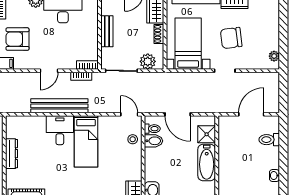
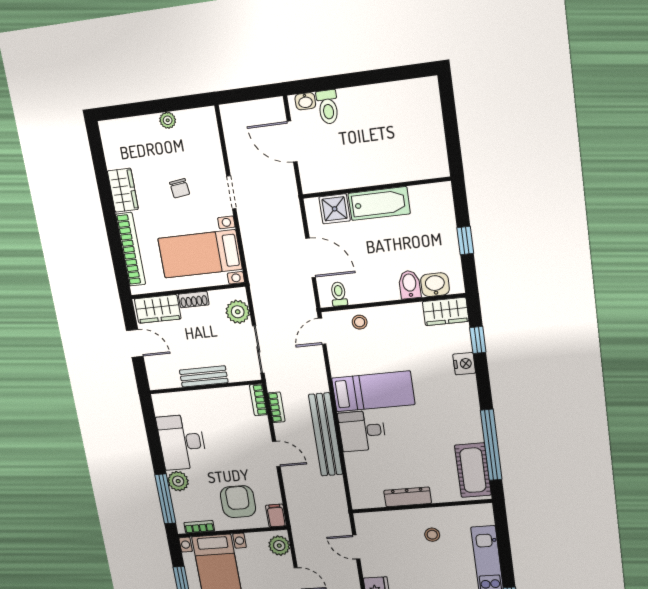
chair: (231, 38) -> (180, 188), width x0.54, depth x0.54
armchair: (17, 39) -> (238, 502), turned 180
plant: (274, 56) -> (168, 120), moved
door: (178, 114) -> (311, 258), hinge flipped
bidet: (154, 141) -> (410, 285), moved
washbasin: (274, 176) -> (305, 101), moved

